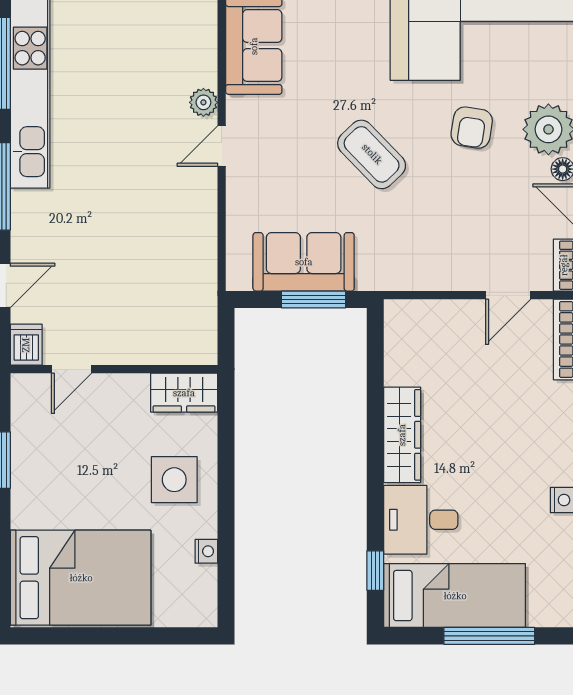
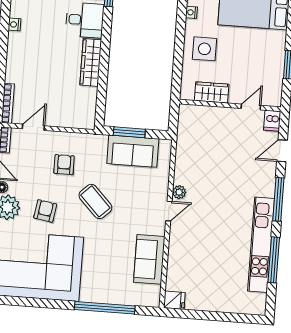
plant: (203, 102) -> (179, 192), moved
armchair: (441, 224) -> (64, 165), added
wardrobe: (184, 393) -> (212, 92), moved

